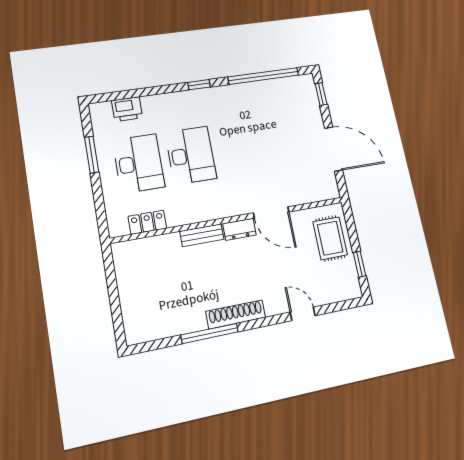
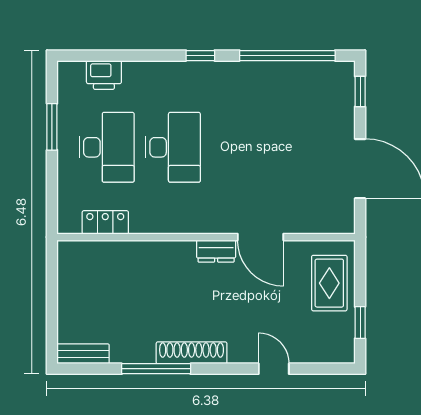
bench: (202, 235) -> (83, 354), moved

